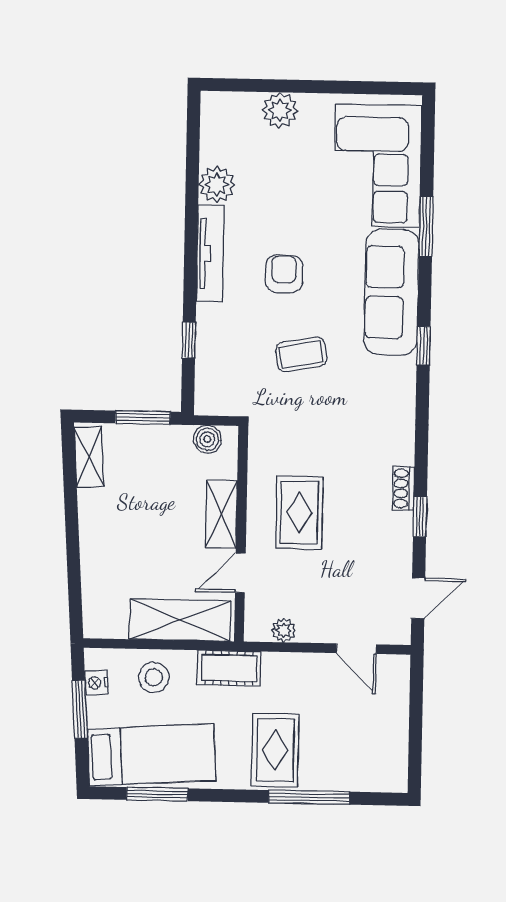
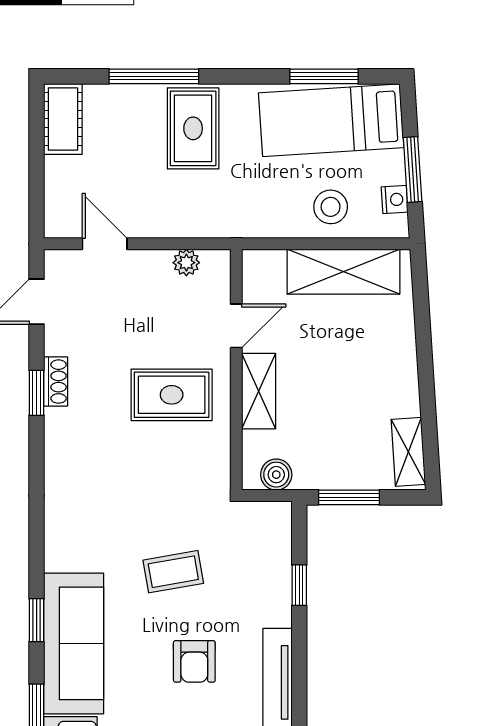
window: (424, 346) -> (37, 620), moved
shoe rack: (403, 488) -> (56, 382), moved
rug: (299, 512) -> (172, 395), turned 90
shelving: (180, 620) -> (343, 272), moved
cot: (229, 668) -> (63, 119), moved, turned 90

